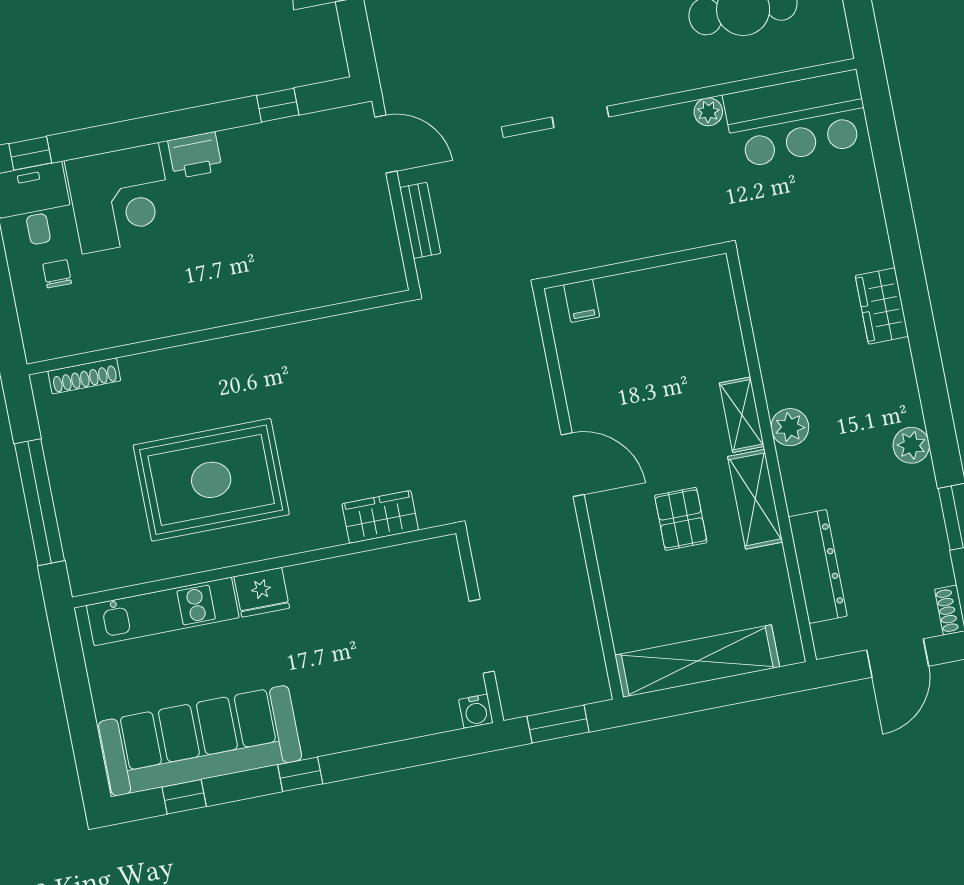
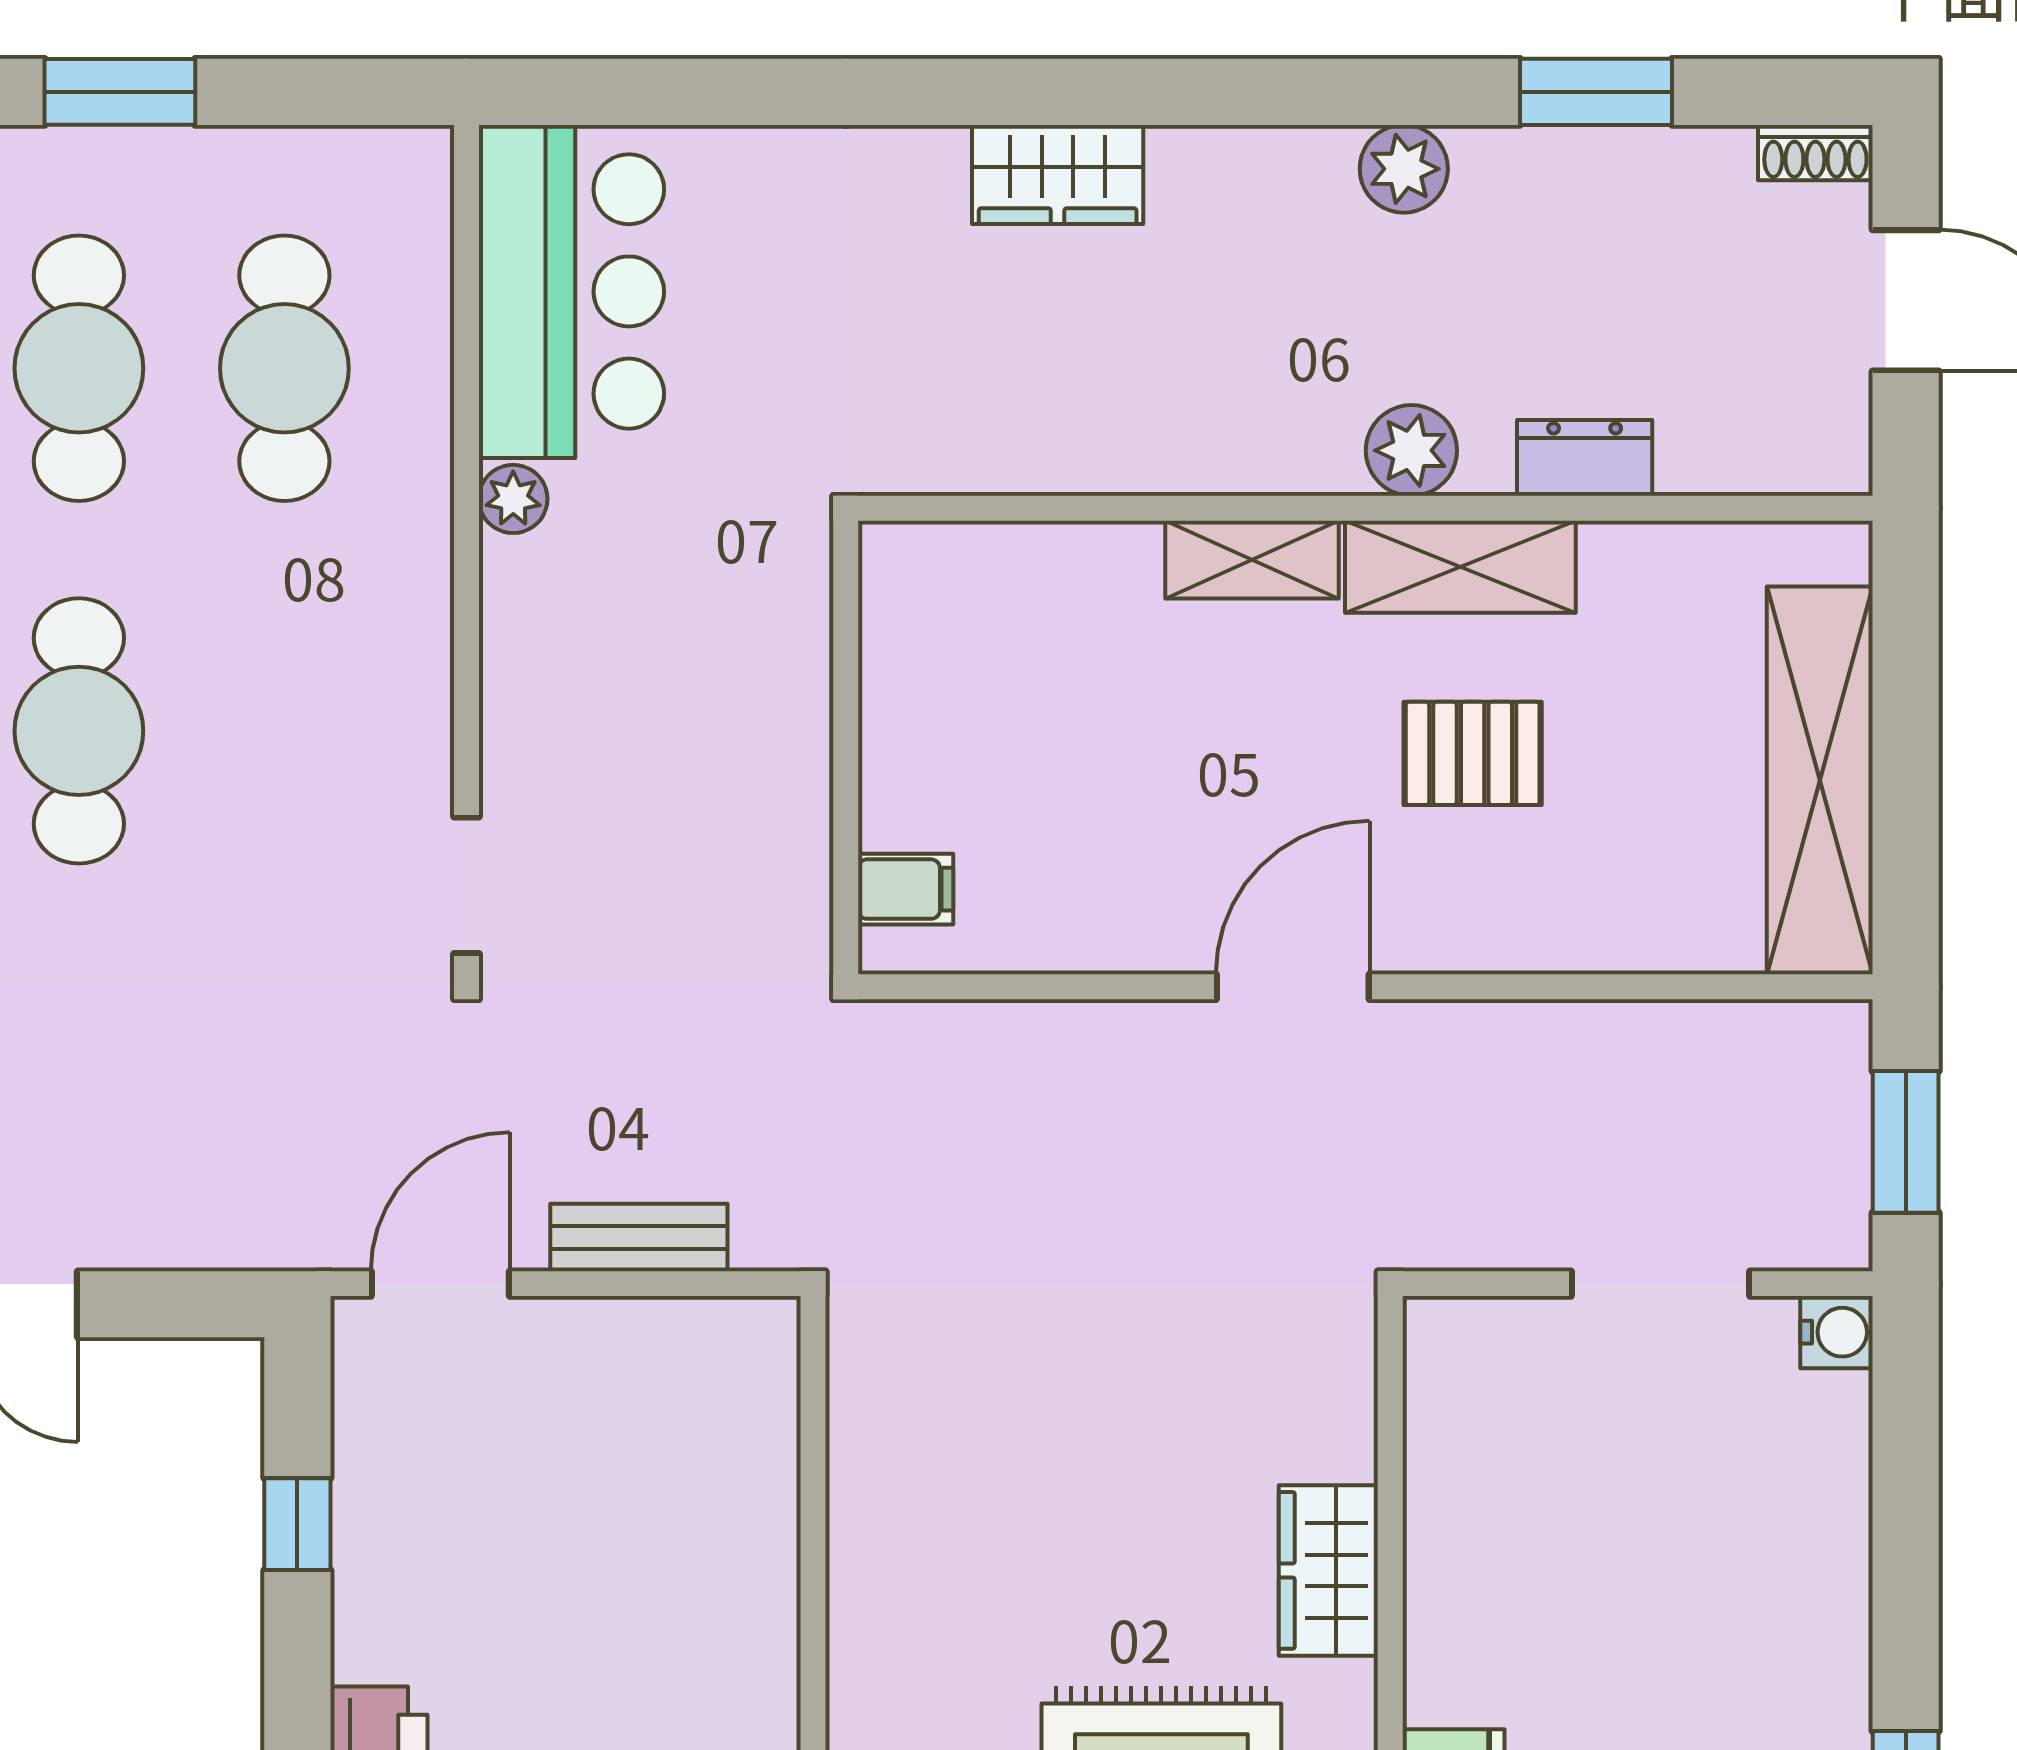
doorway: (580, 117) -> (466, 885), moved
plant: (790, 427) -> (1411, 450), moved
wardrobe: (380, 517) -> (1328, 1570), moved
dresser: (818, 566) -> (1585, 458), width x0.51, depth x0.80

